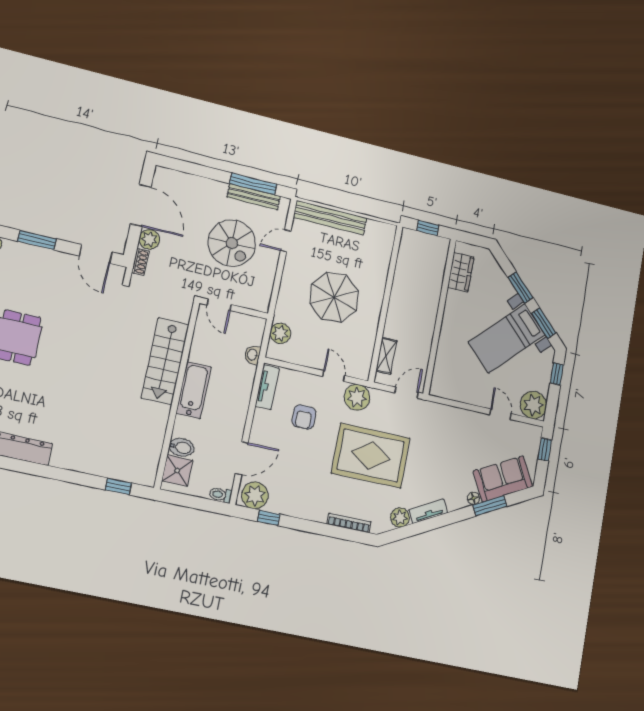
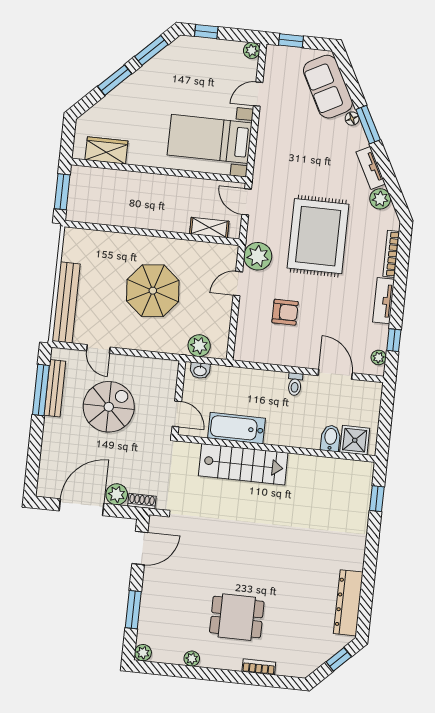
window: (428, 228) -> (62, 192), width x1.50
door: (219, 305) -> (177, 414), hinge flipped
bed with nightstands: (507, 338) -> (210, 139), moved, turned 135
washbasin: (252, 355) -> (200, 371), moved
tv unit: (267, 387) -> (383, 301), moved, turned -90
bathtub: (194, 390) -> (236, 428), moved
plant: (533, 405) -> (252, 50), width x0.53, depth x0.53
toilet: (221, 495) -> (295, 384), moved
plant: (255, 495) -> (379, 357), width x0.53, depth x0.53
window: (490, 506) -> (368, 125), moved

